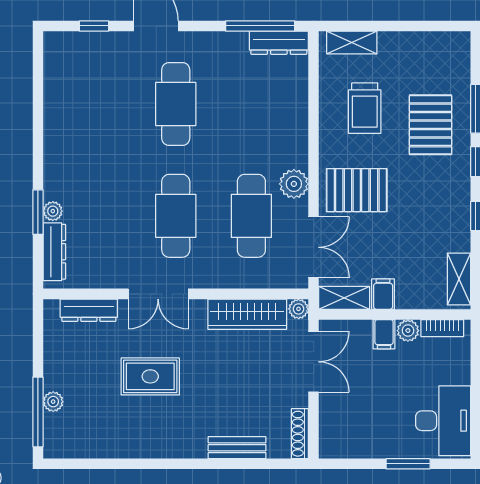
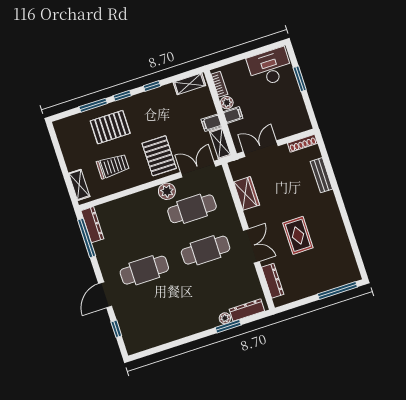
plant: (299, 309) -> (234, 166), removed
wardrobe: (247, 314) -> (247, 193), width x0.67
plant: (53, 402) -> (329, 284), removed

